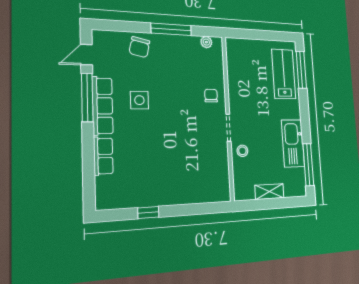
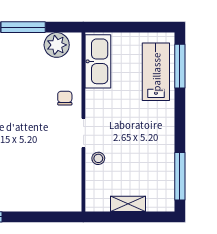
plant: (206, 42) -> (57, 45), width x1.88, depth x1.88
kitchen sink: (293, 143) -> (98, 61), moved, turned 180

